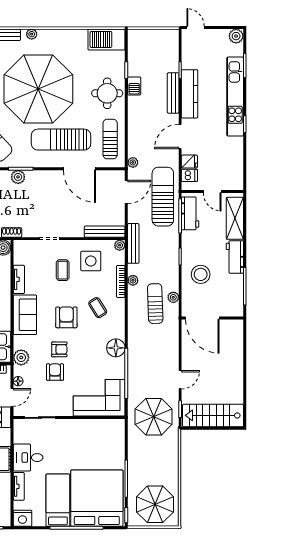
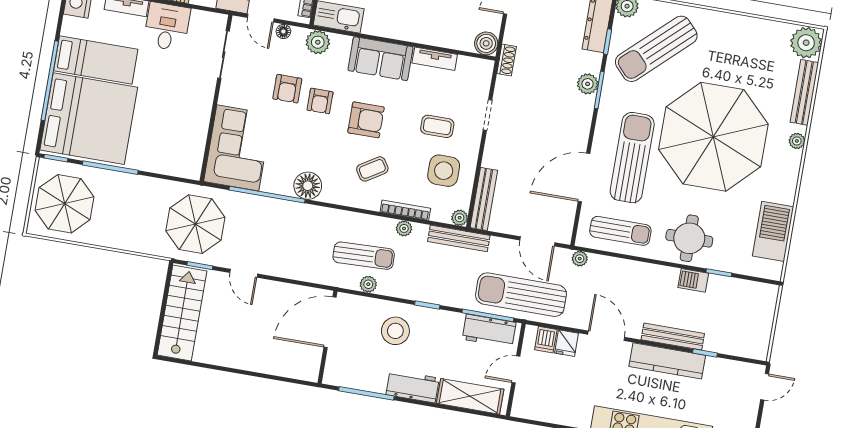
barbecue: (107, 39) -> (773, 231), moved
sun lounger: (163, 197) -> (521, 295), turned 180
armchair: (55, 372) -> (287, 89), turned 90

